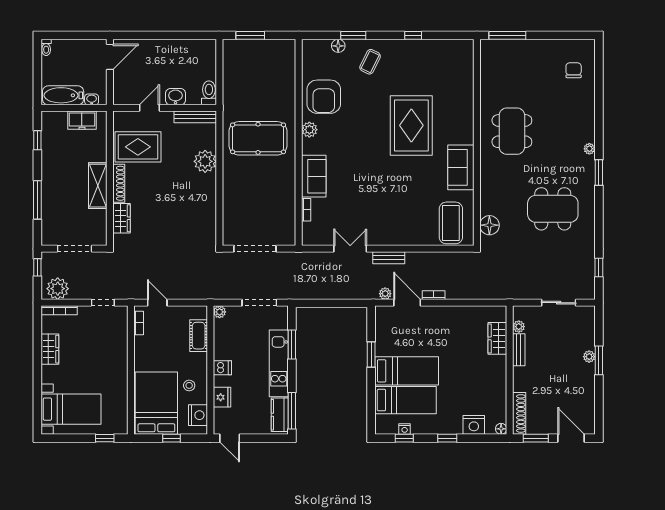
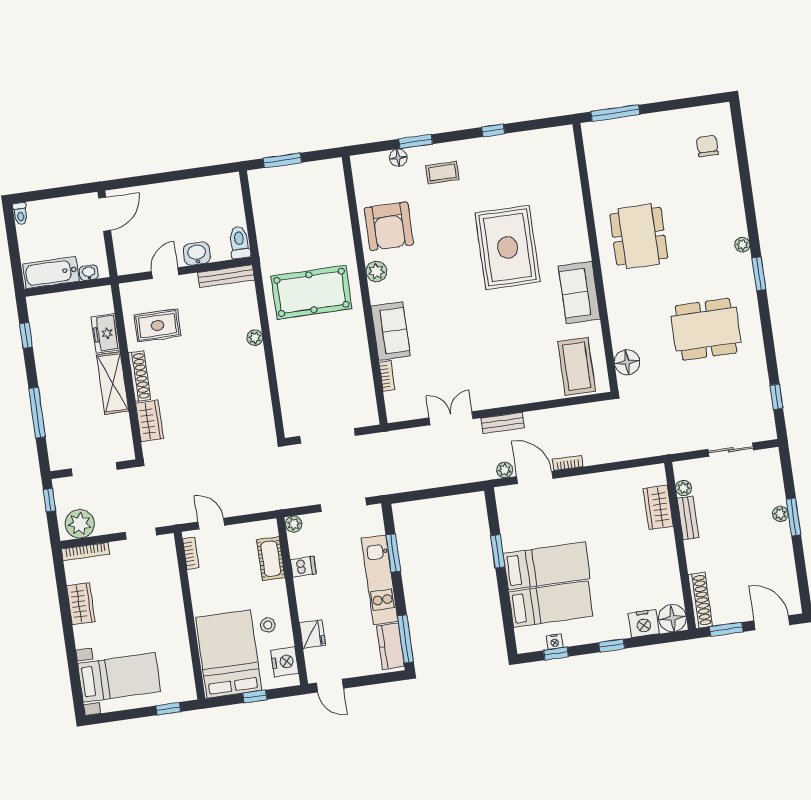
coffee table: (370, 62) -> (442, 173), turned 64
freezer: (82, 120) -> (106, 333), moved, turned 90
rug: (138, 147) -> (157, 325), width x0.73, depth x0.70
plant: (205, 161) -> (255, 338), width x0.53, depth x0.53
dishwasher: (222, 368) -> (303, 567), moved
floor lamp: (501, 429) -> (672, 618), width x1.89, depth x1.89

